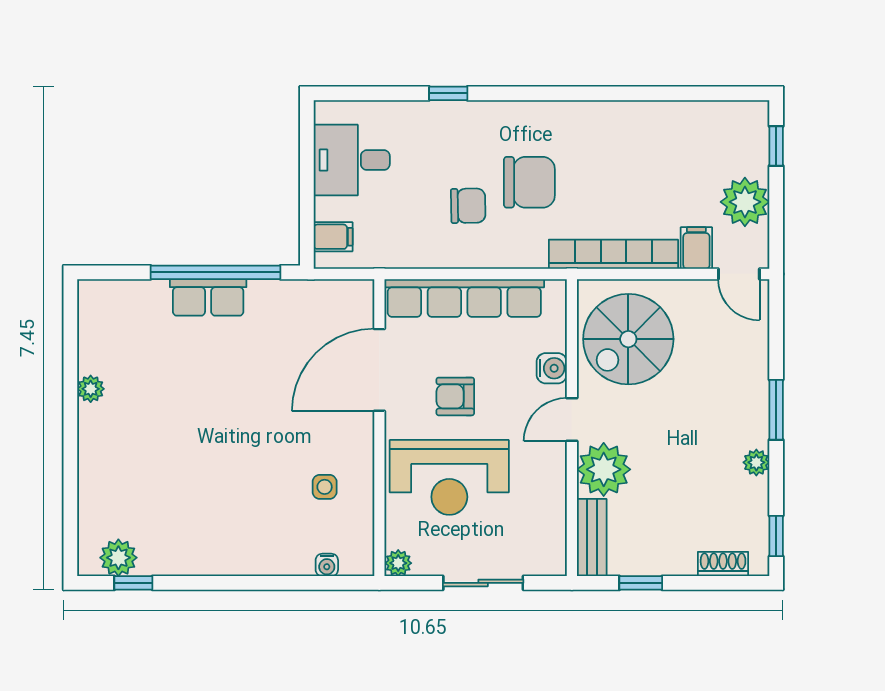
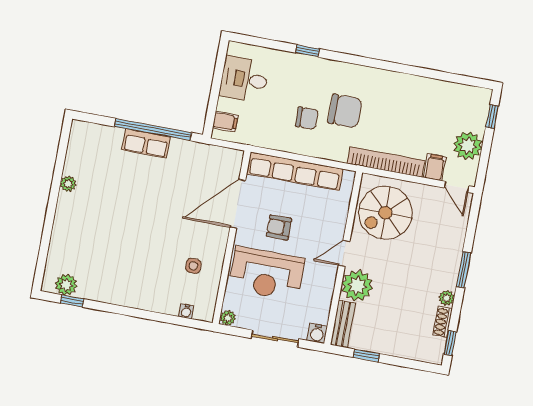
water cooler: (552, 368) -> (317, 333), moved, turned 90
shoe rack: (723, 564) -> (443, 322), moved, turned -90

